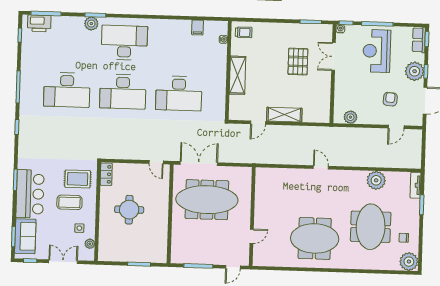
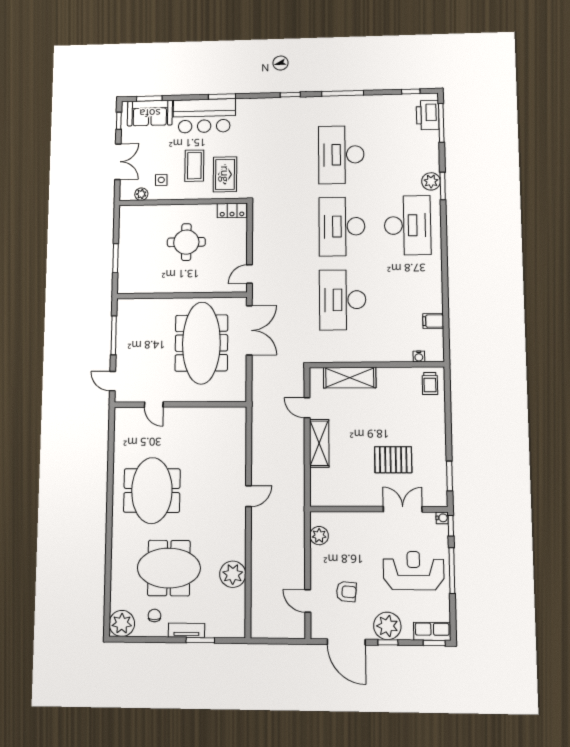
shelving: (238, 75) -> (350, 378), moved
tv unit: (416, 185) -> (186, 630), moved

